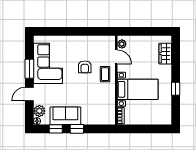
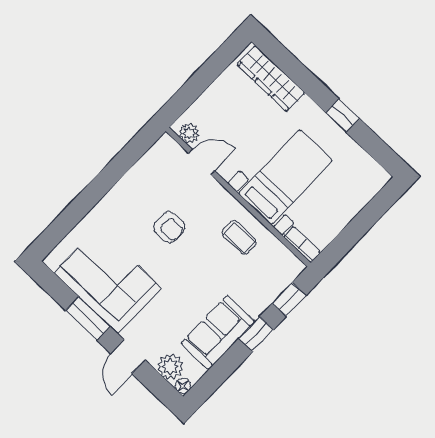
wardrobe: (165, 54) -> (271, 79), width x1.50
coffee table: (105, 74) -> (239, 238), moved
window: (56, 129) -> (289, 299), moved

